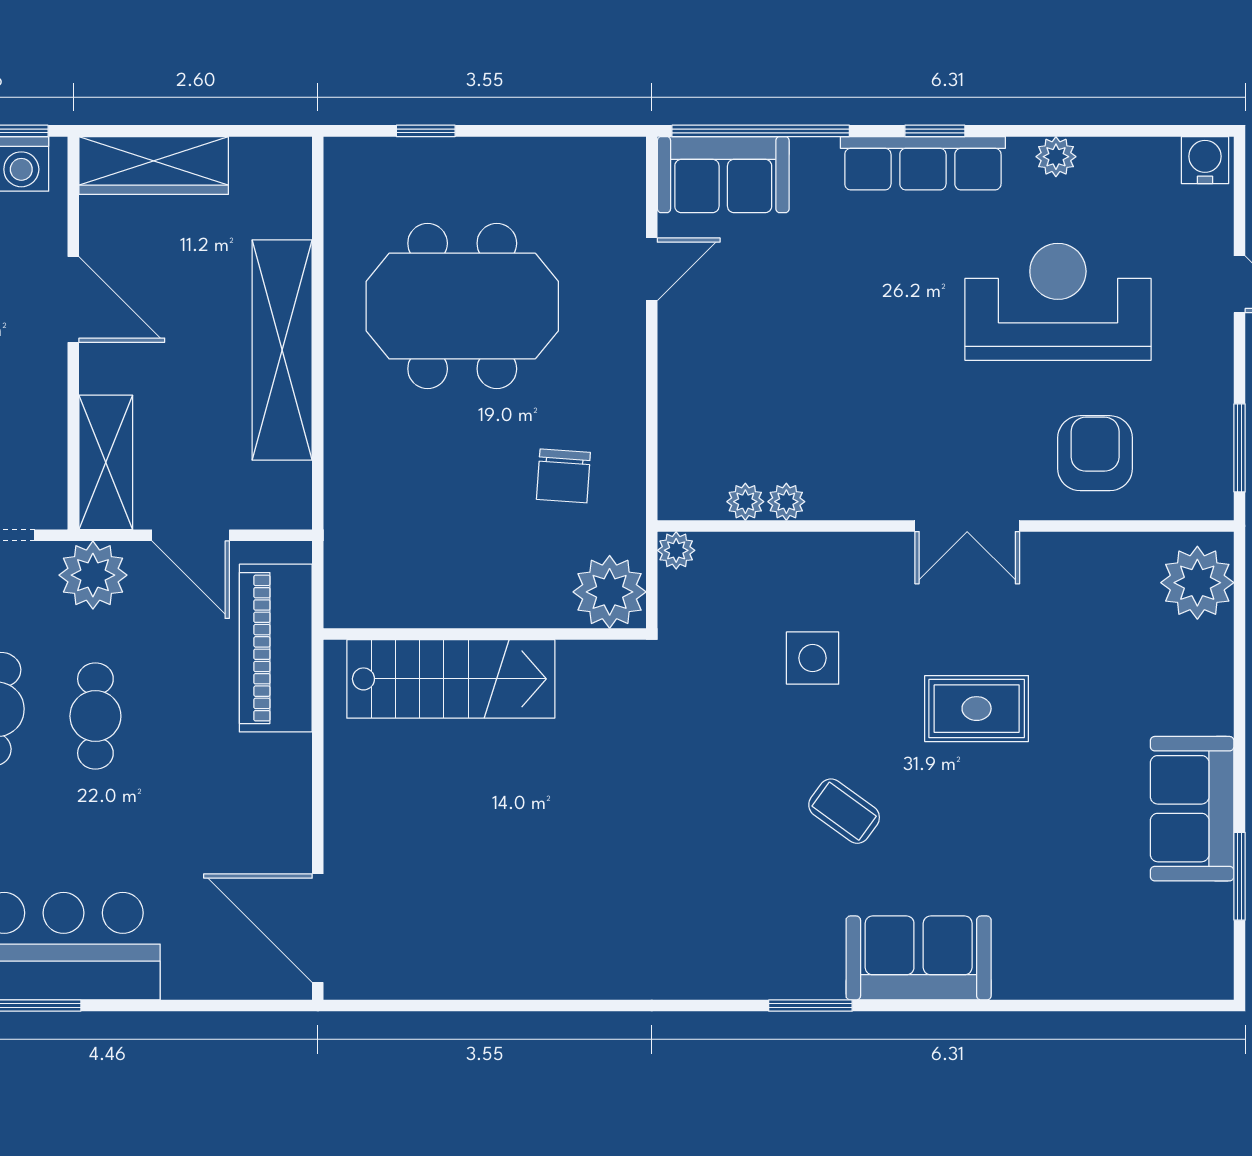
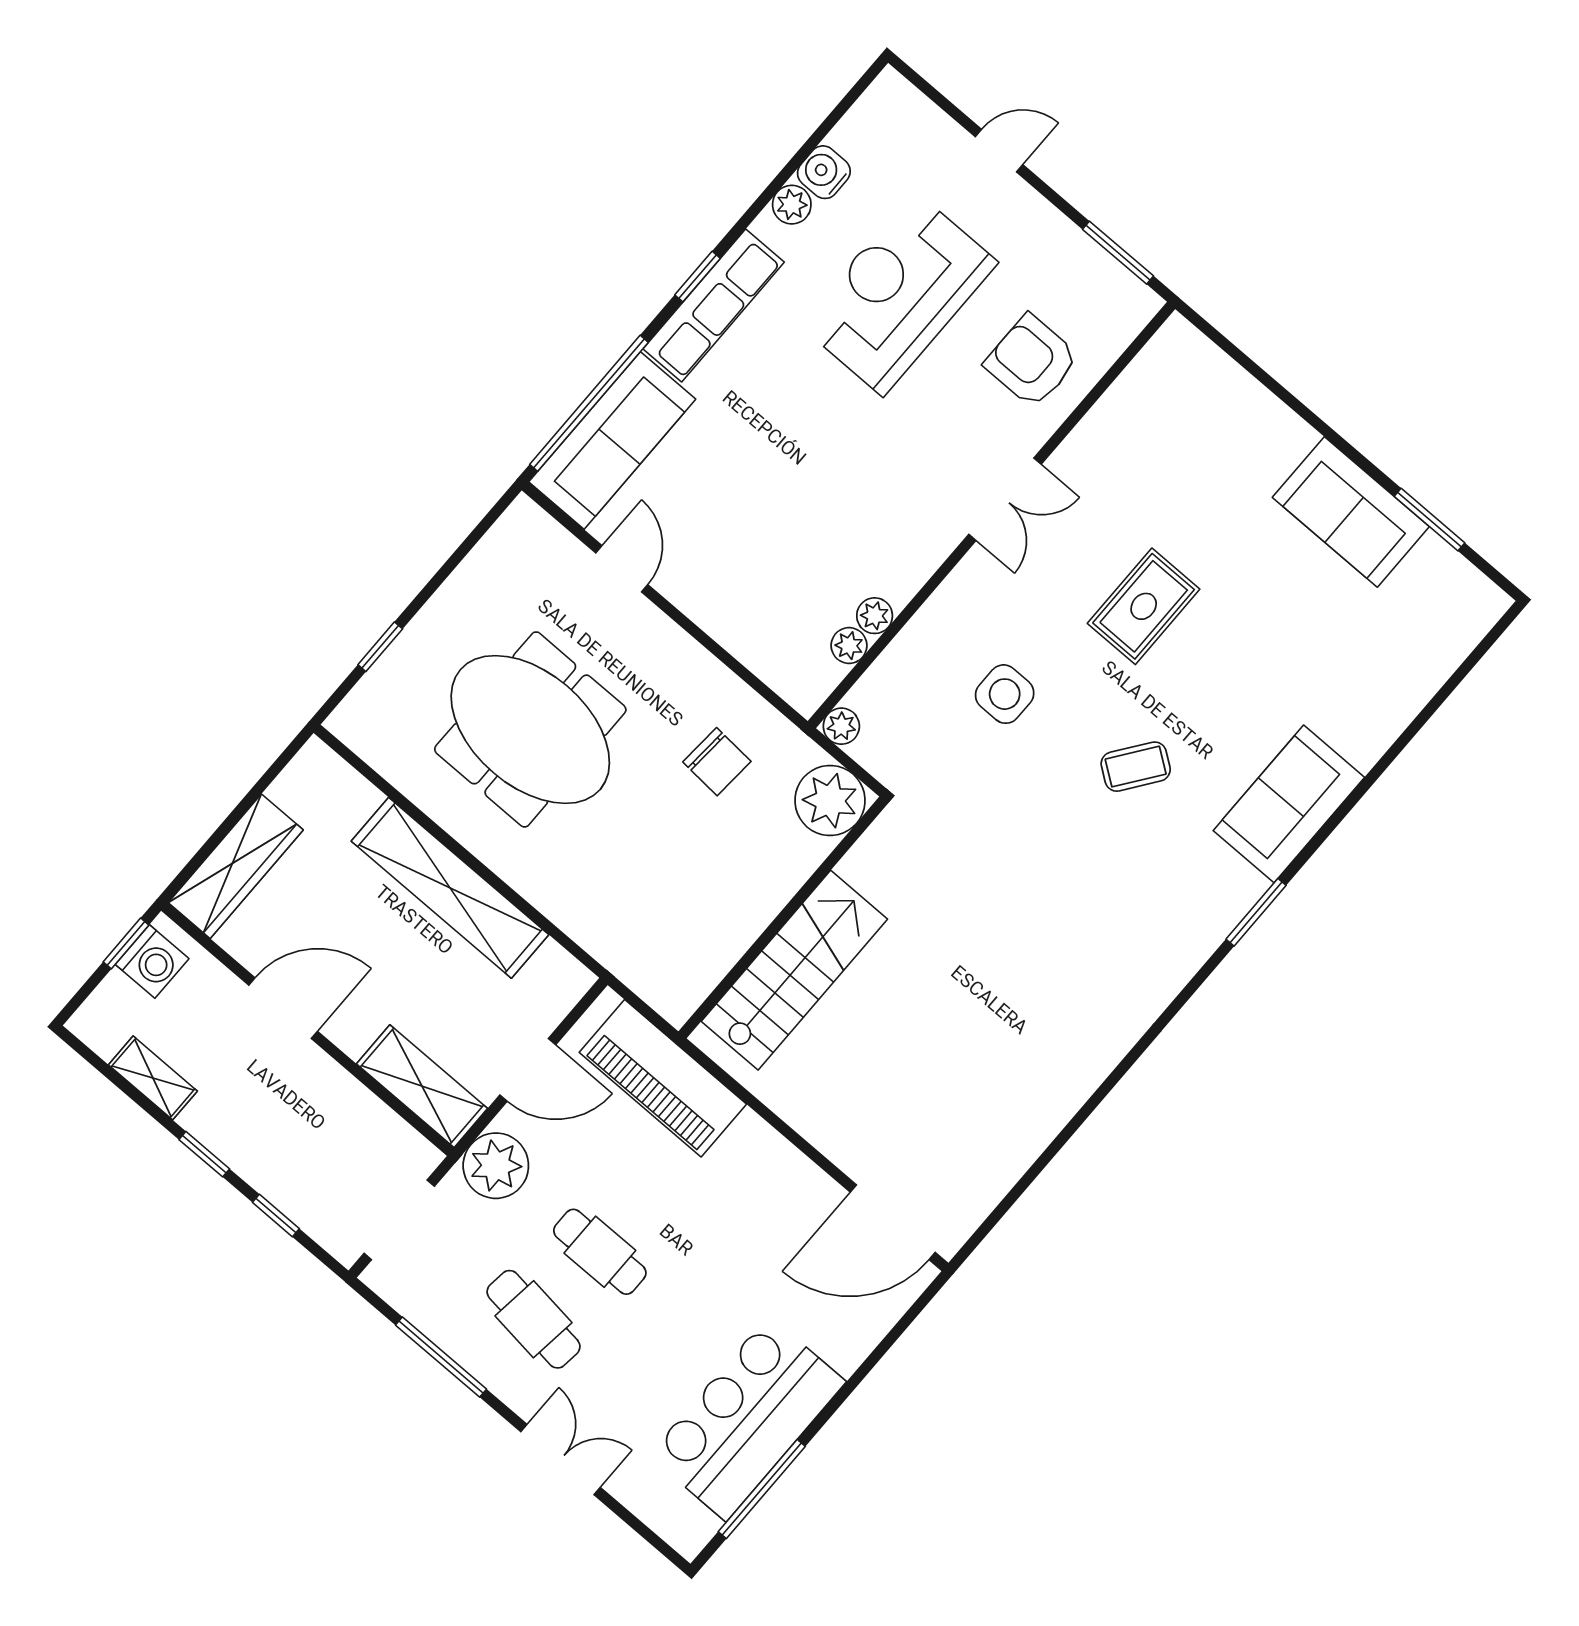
water cooler: (1205, 160) -> (824, 172), moved
sofa: (723, 175) -> (612, 440), width x1.36
meeting table: (462, 306) -> (530, 729), turned 90
plant: (1197, 583) -> (1190, 367), removed

